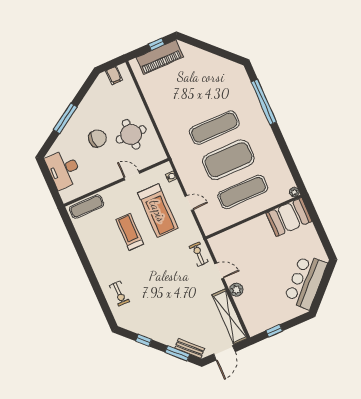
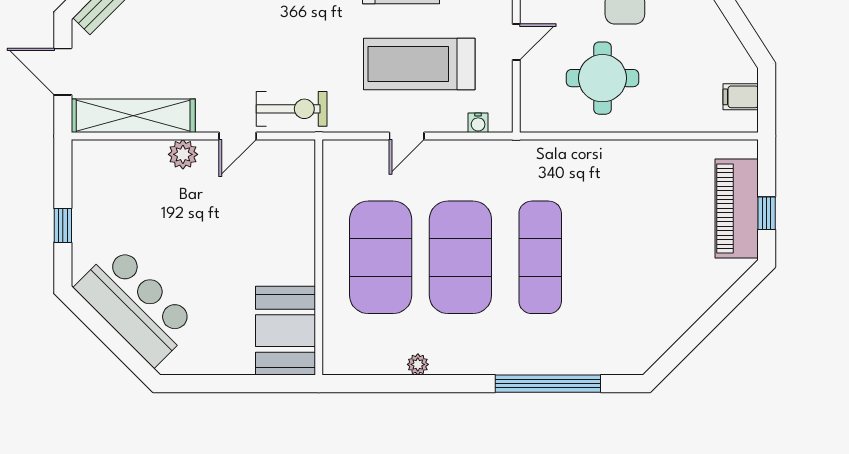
exercise mat: (243, 192) -> (381, 257), width x1.47
plant: (294, 192) -> (418, 364), moved
exercise bike: (199, 254) -> (292, 109), width x1.38, depth x1.39
window: (274, 331) -> (63, 225), moved

